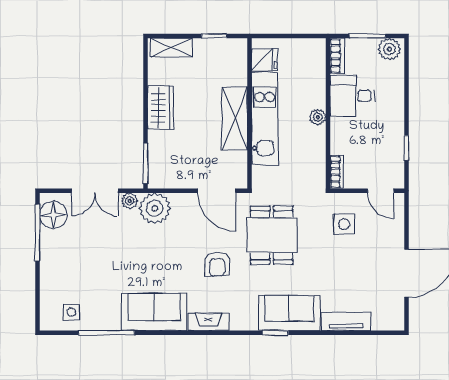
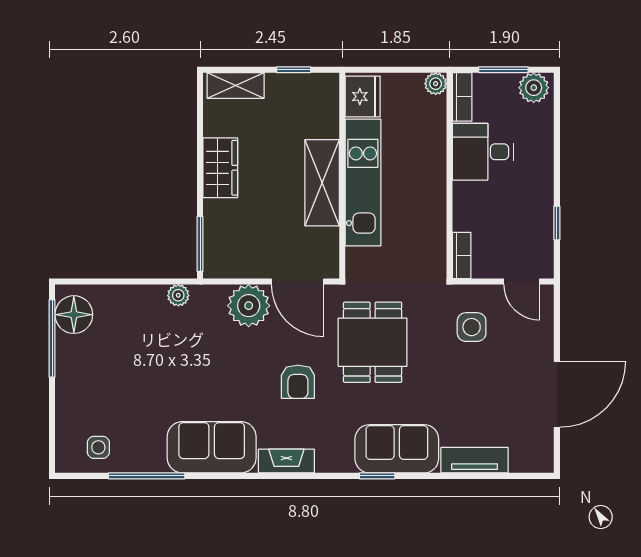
fridge: (264, 60) -> (363, 96), width x1.38
plant: (318, 117) -> (436, 84), moved
double door: (95, 191) -> (131, 282), removed
plant: (155, 208) -> (249, 306), moved

